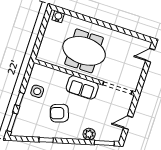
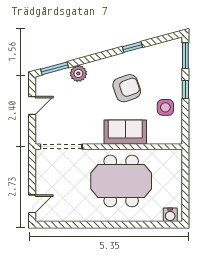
sofa: (82, 87) -> (125, 132), moved

